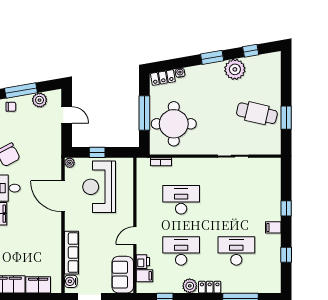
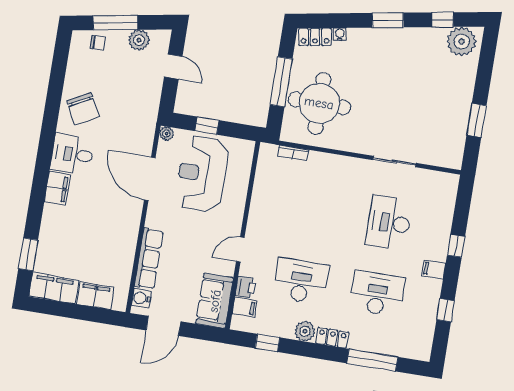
plant: (235, 69) -> (462, 41), moved
cafe table: (257, 113) -> (437, 108), removed
desk: (181, 200) -> (389, 223), moved, turned -90

